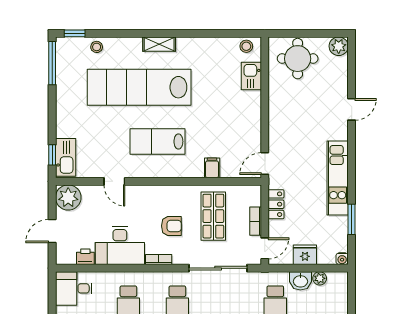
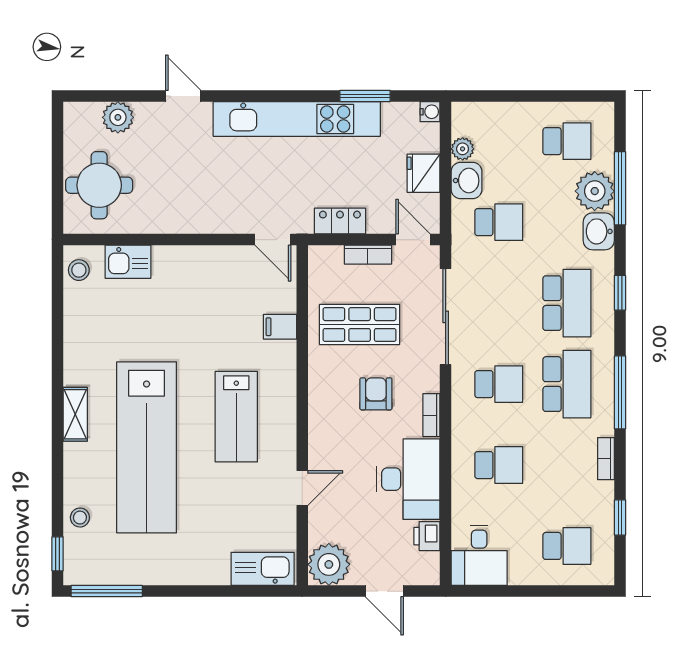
plant: (339, 46) -> (118, 117), moved
window: (52, 155) -> (258, 591), removed
kitchen unit: (338, 178) -> (297, 119), width x1.36

